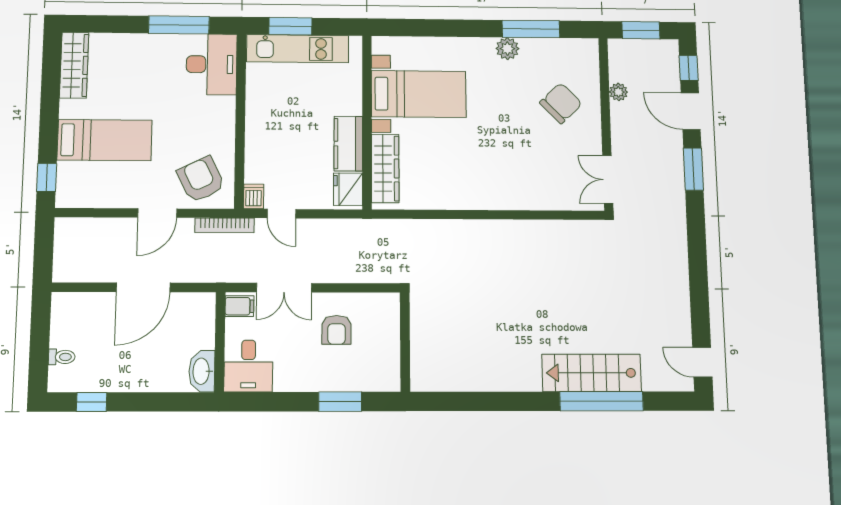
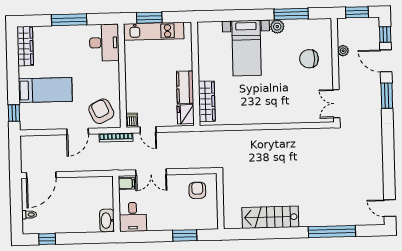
window: (179, 25) -> (69, 20), moved
bed with nightstands: (419, 94) -> (246, 48), moved, turned 90
chair: (561, 103) -> (309, 59), turned -136
door: (143, 287) -> (41, 175), moved
armchair: (336, 330) -> (197, 190), moved, turned 180
stairs: (592, 373) -> (270, 217), moved

